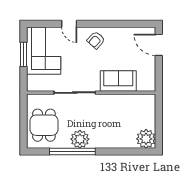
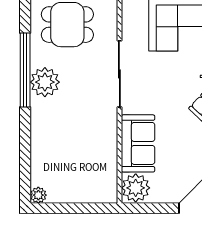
plant: (146, 83) -> (136, 188), added
plant: (146, 139) -> (38, 195), width x0.53, depth x0.53

